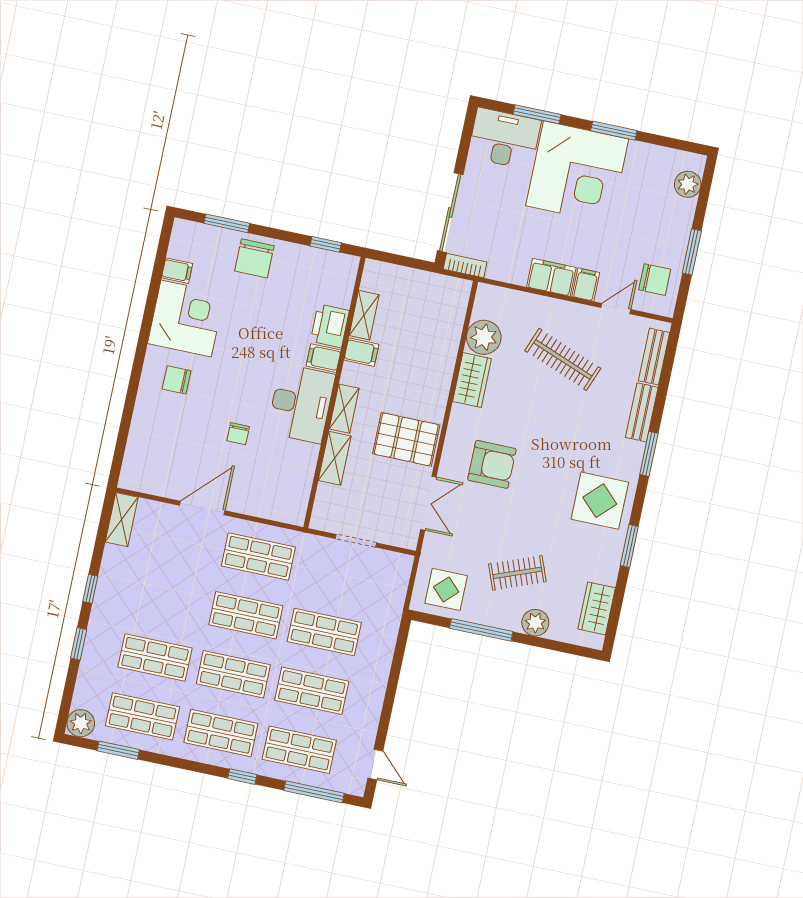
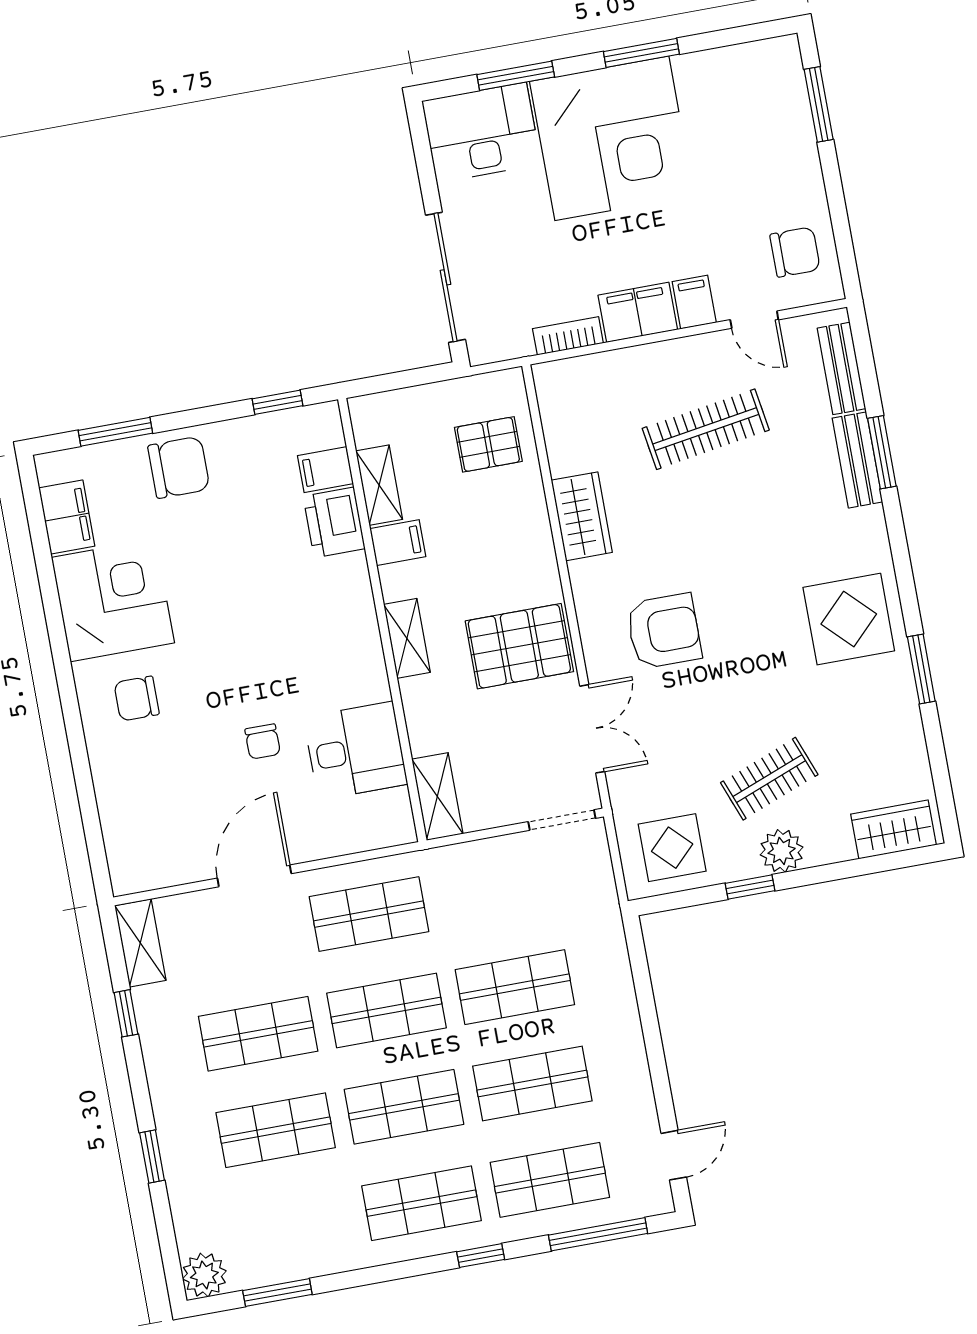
plant: (688, 184) -> (786, 88), removed
window: (692, 252) -> (819, 104), moved
chair: (254, 258) -> (179, 467), turned -90
bookcase: (465, 266) -> (568, 336), moved
filing cabinet: (177, 271) -> (67, 517), width x2.00
door: (616, 309) -> (754, 320), swing flipped
pallet: (436, 317) -> (488, 444), added
plant: (484, 337) -> (573, 445), removed
filing cabinet: (324, 358) -> (325, 470), moved
clothes rail: (563, 359) -> (706, 429), turned -30
desk: (301, 404) -> (356, 751), moved, width x0.73
window: (649, 454) -> (882, 452), moved
shelving: (335, 458) -> (437, 797), moved
doorway: (356, 541) -> (562, 820), moved
window: (90, 589) -> (126, 1013), moved
wardrobe: (597, 608) -> (894, 830), moved, turned 90
plant: (535, 623) -> (782, 851), moved
window: (481, 630) -> (750, 887), width x0.46
shop shelf: (142, 716) -> (258, 1034), moved
door: (375, 765) -> (674, 1155), hinge flipped

